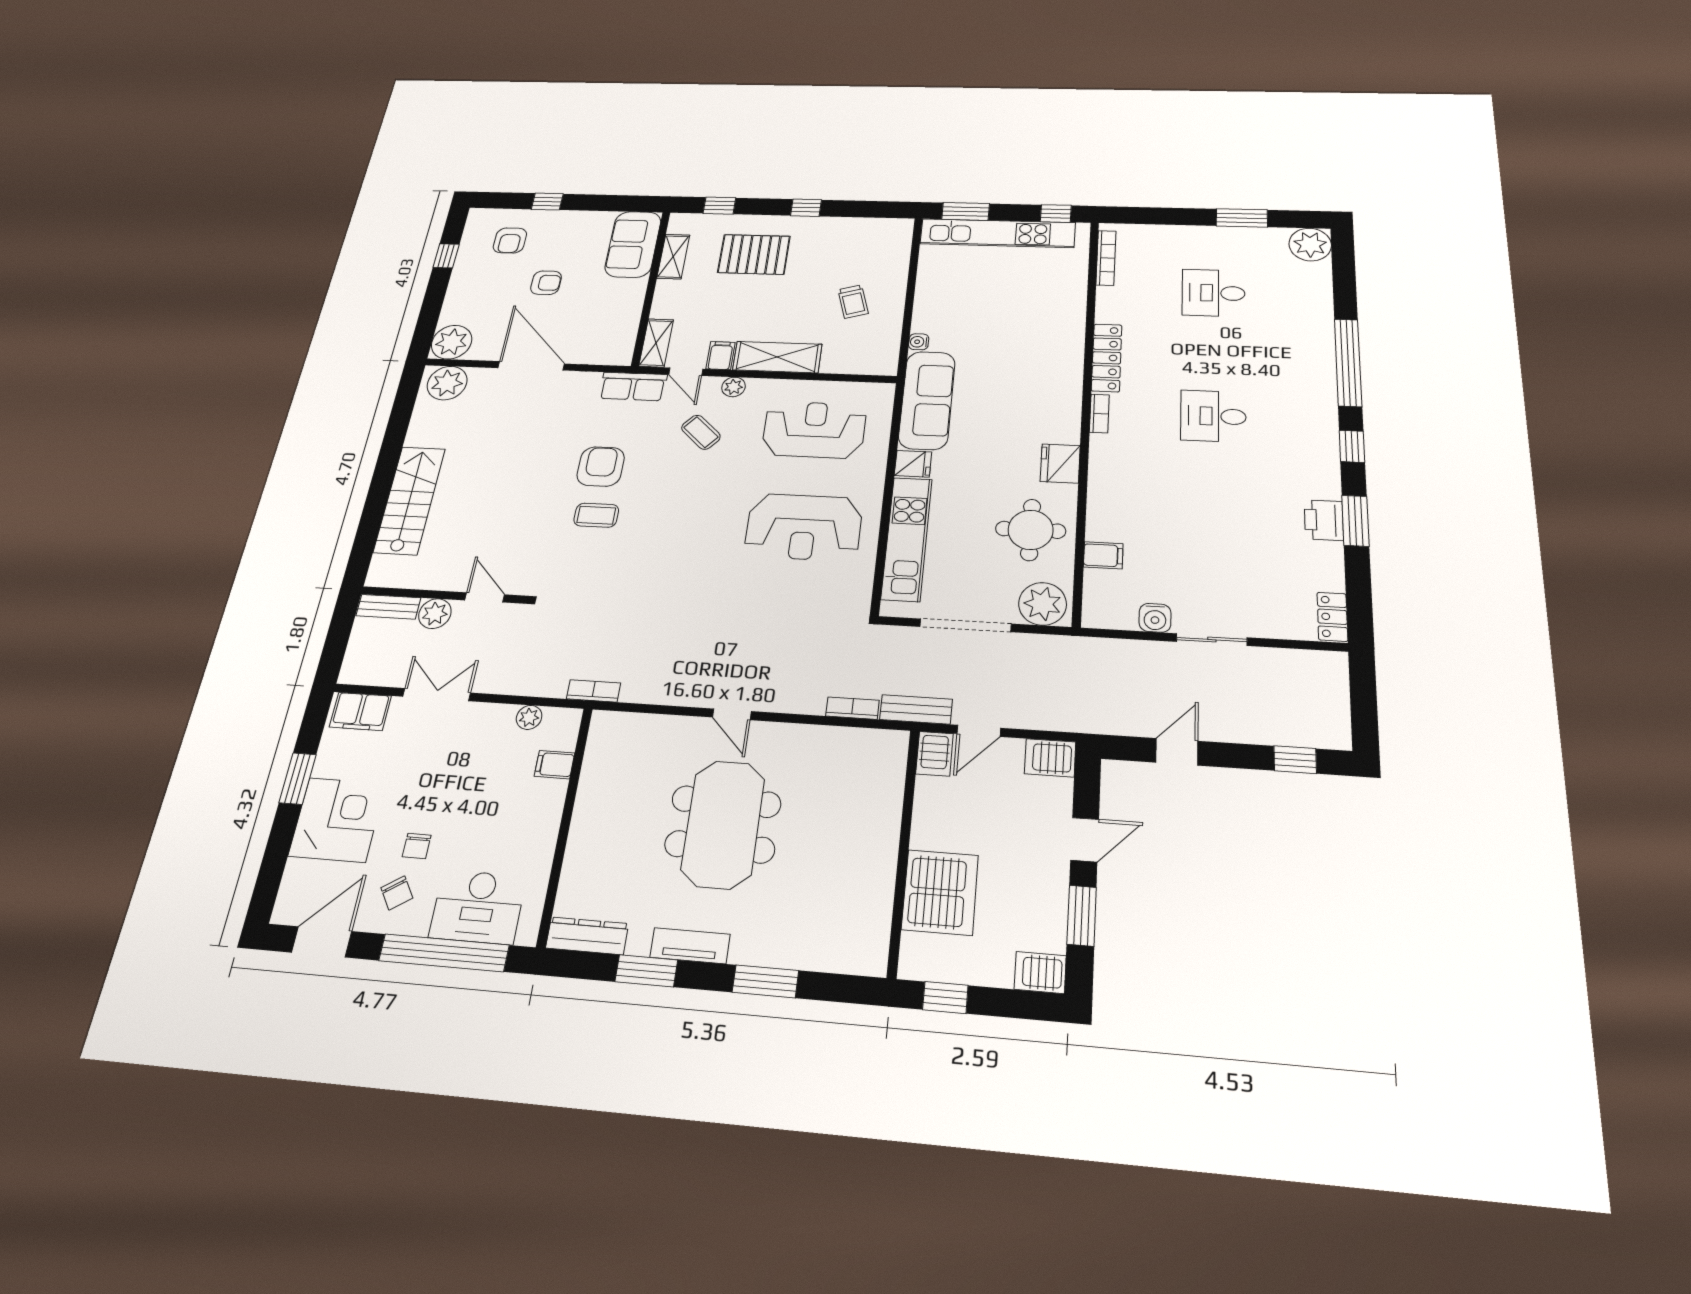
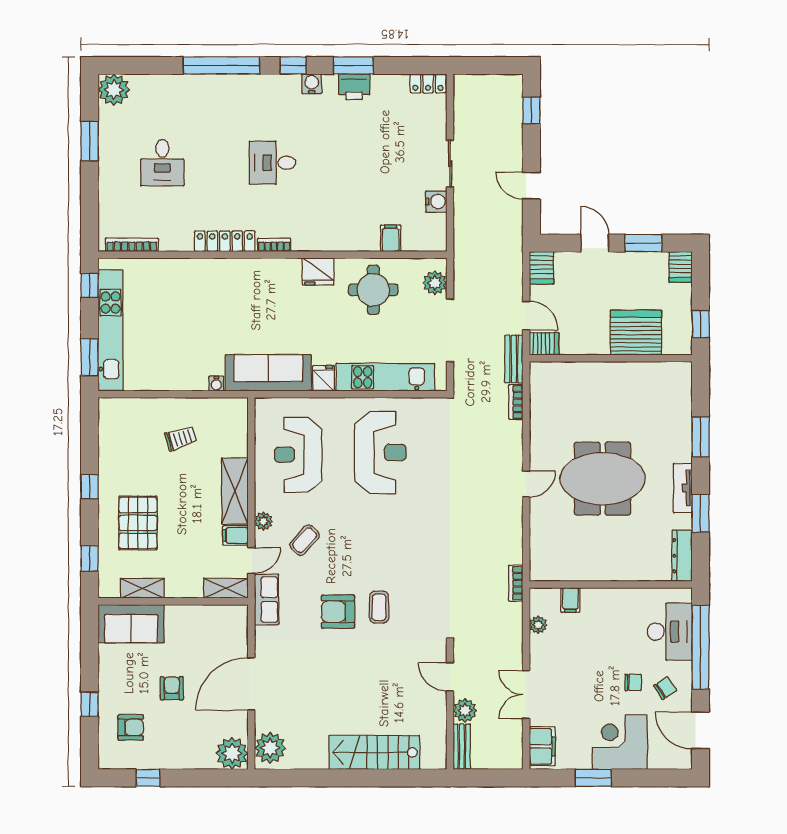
desk: (1213, 416) -> (272, 163), turned 90
water cooler: (1326, 468) -> (312, 84), added
door: (485, 597) -> (450, 677), hinge flipped
plant: (1042, 604) -> (435, 283), width x0.73, depth x0.73

